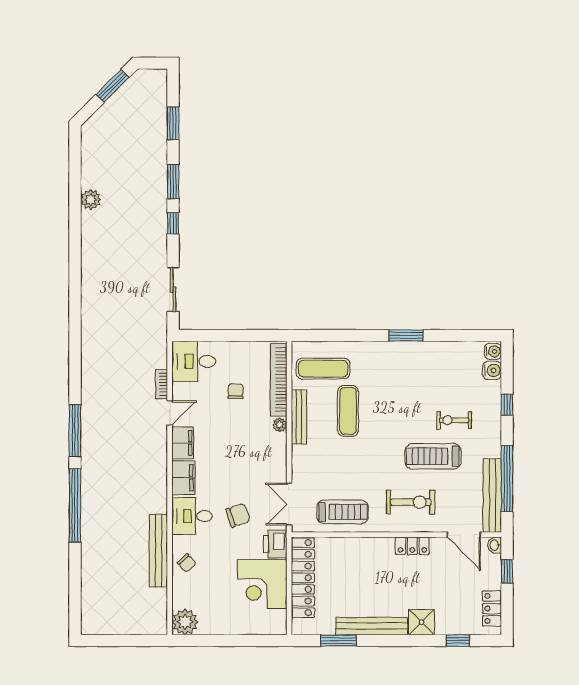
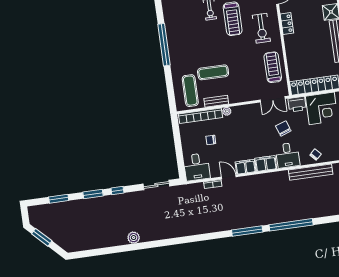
plant: (91, 200) -> (134, 238), moved
window: (406, 335) -> (164, 45), width x2.11
bench: (299, 417) -> (216, 101), width x0.73
exercise bike: (411, 502) -> (261, 28), turned 180

